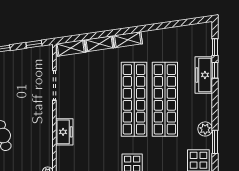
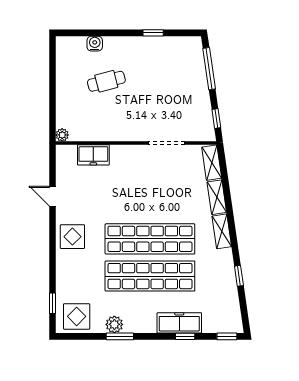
window: (165, 25) -> (239, 276), added
window: (215, 47) -> (227, 336), moved
freezer: (64, 132) -> (93, 155), moved
window: (215, 142) -> (120, 336), moved

